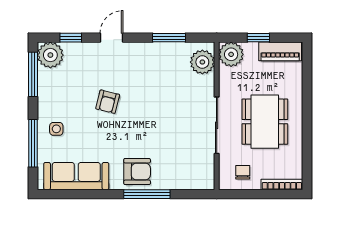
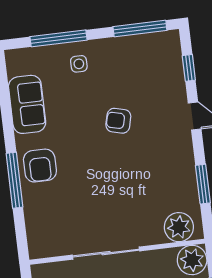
plant: (50, 55) -> (165, 46), removed
sofa: (76, 176) -> (27, 104), width x0.73

